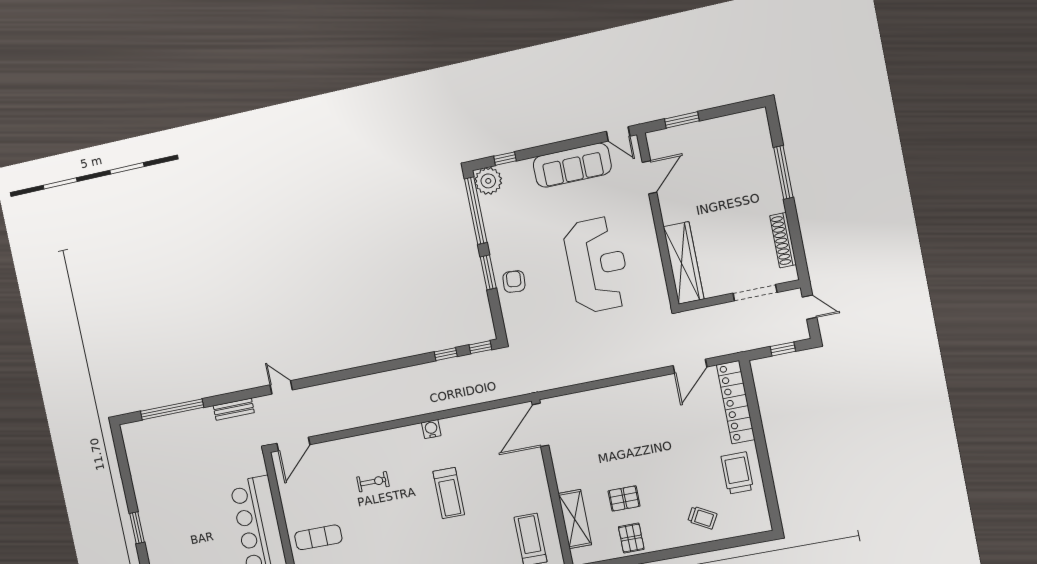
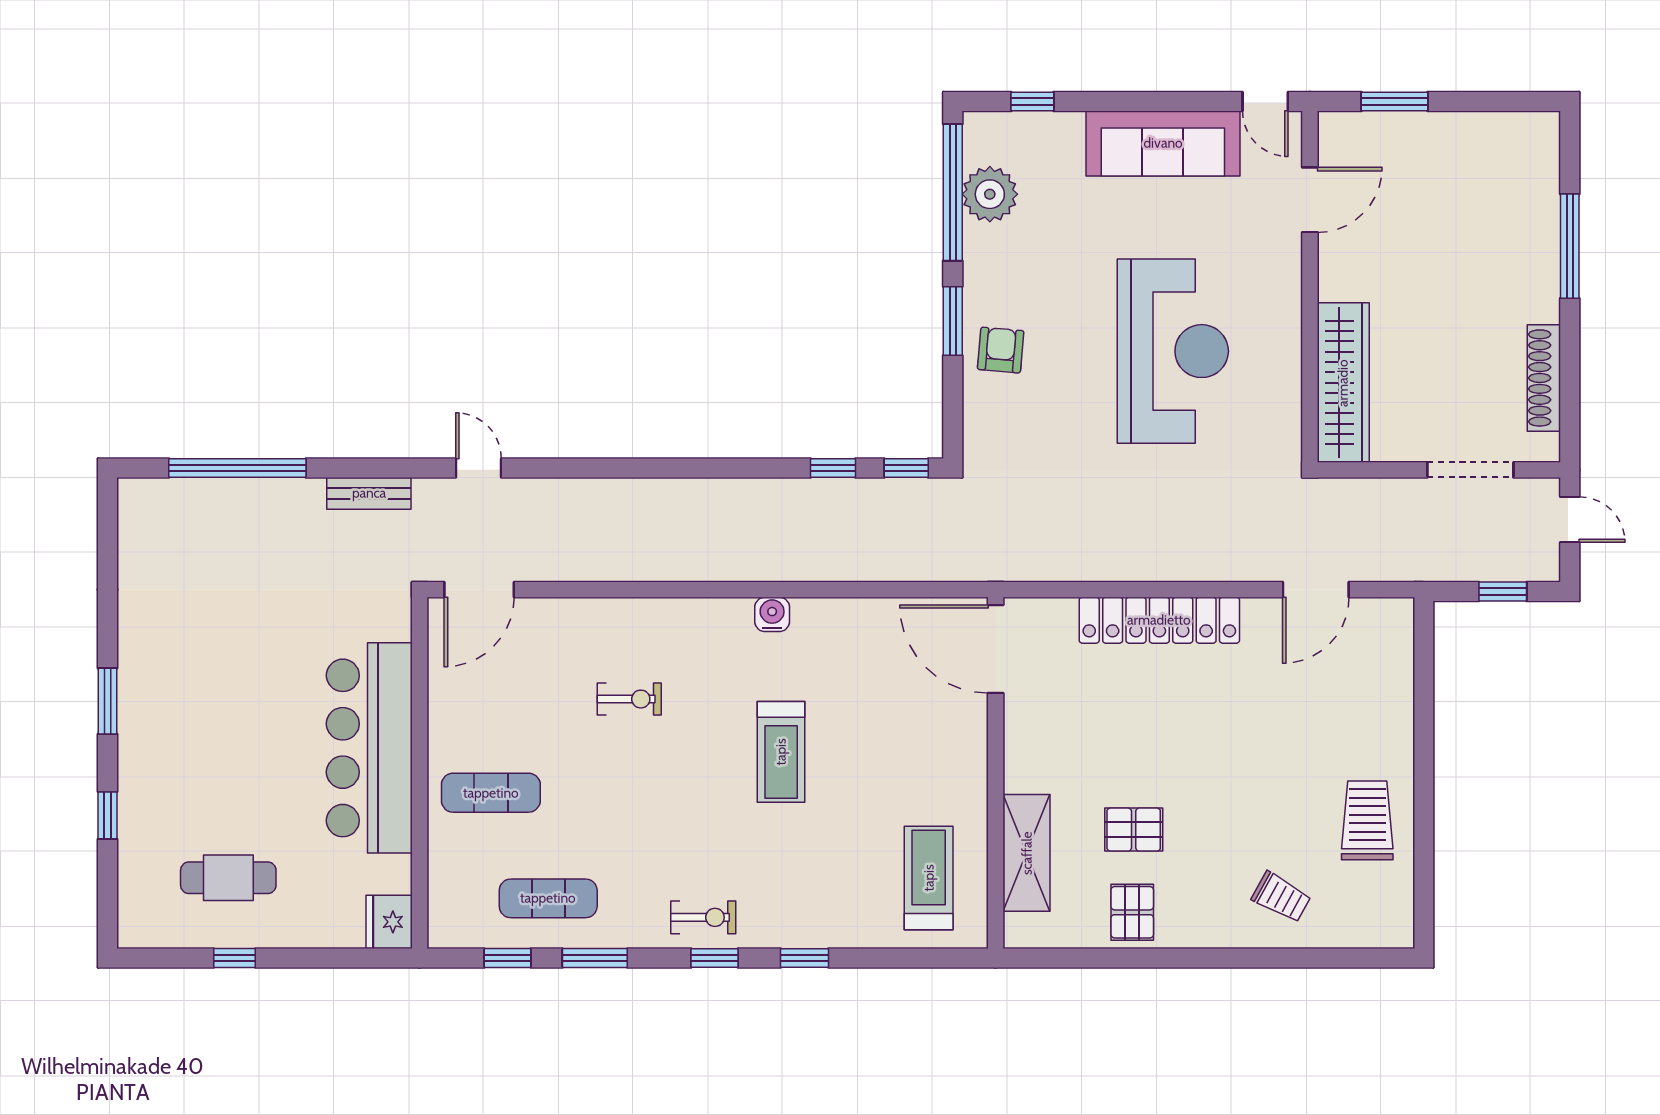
plant: (488, 181) -> (990, 194), moved
locker: (736, 402) -> (1159, 620), moved, turned -90
door: (540, 425) -> (996, 649), hinge flipped

